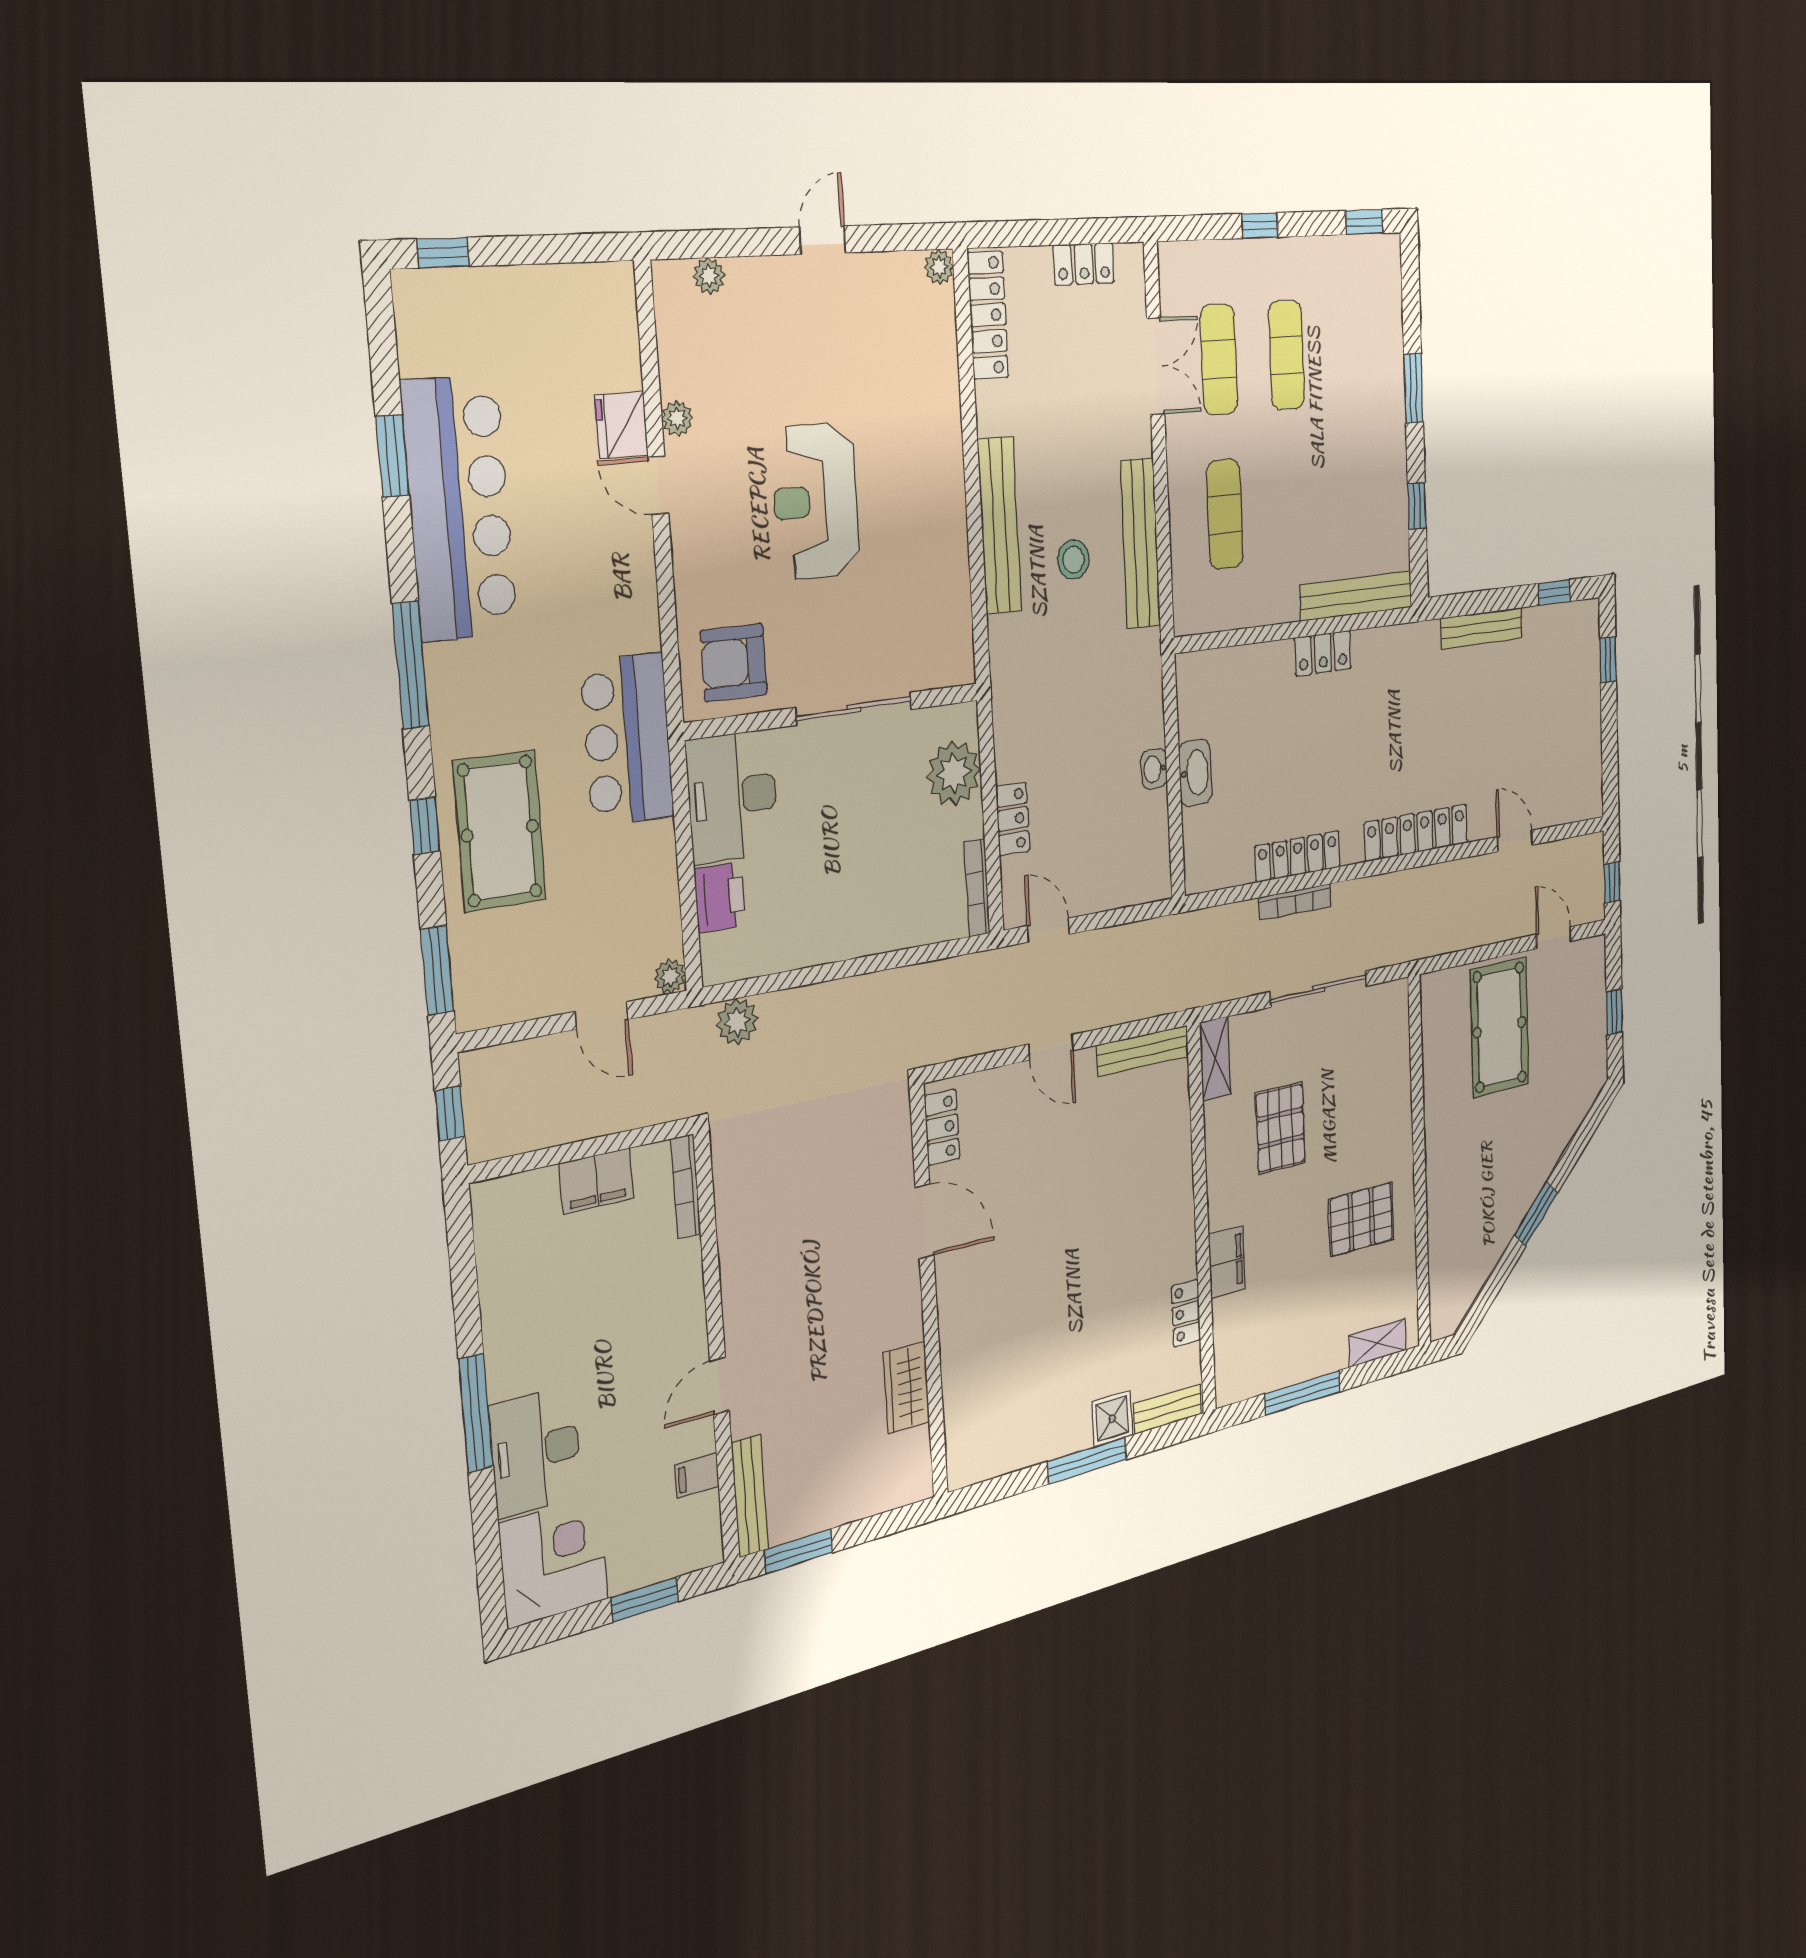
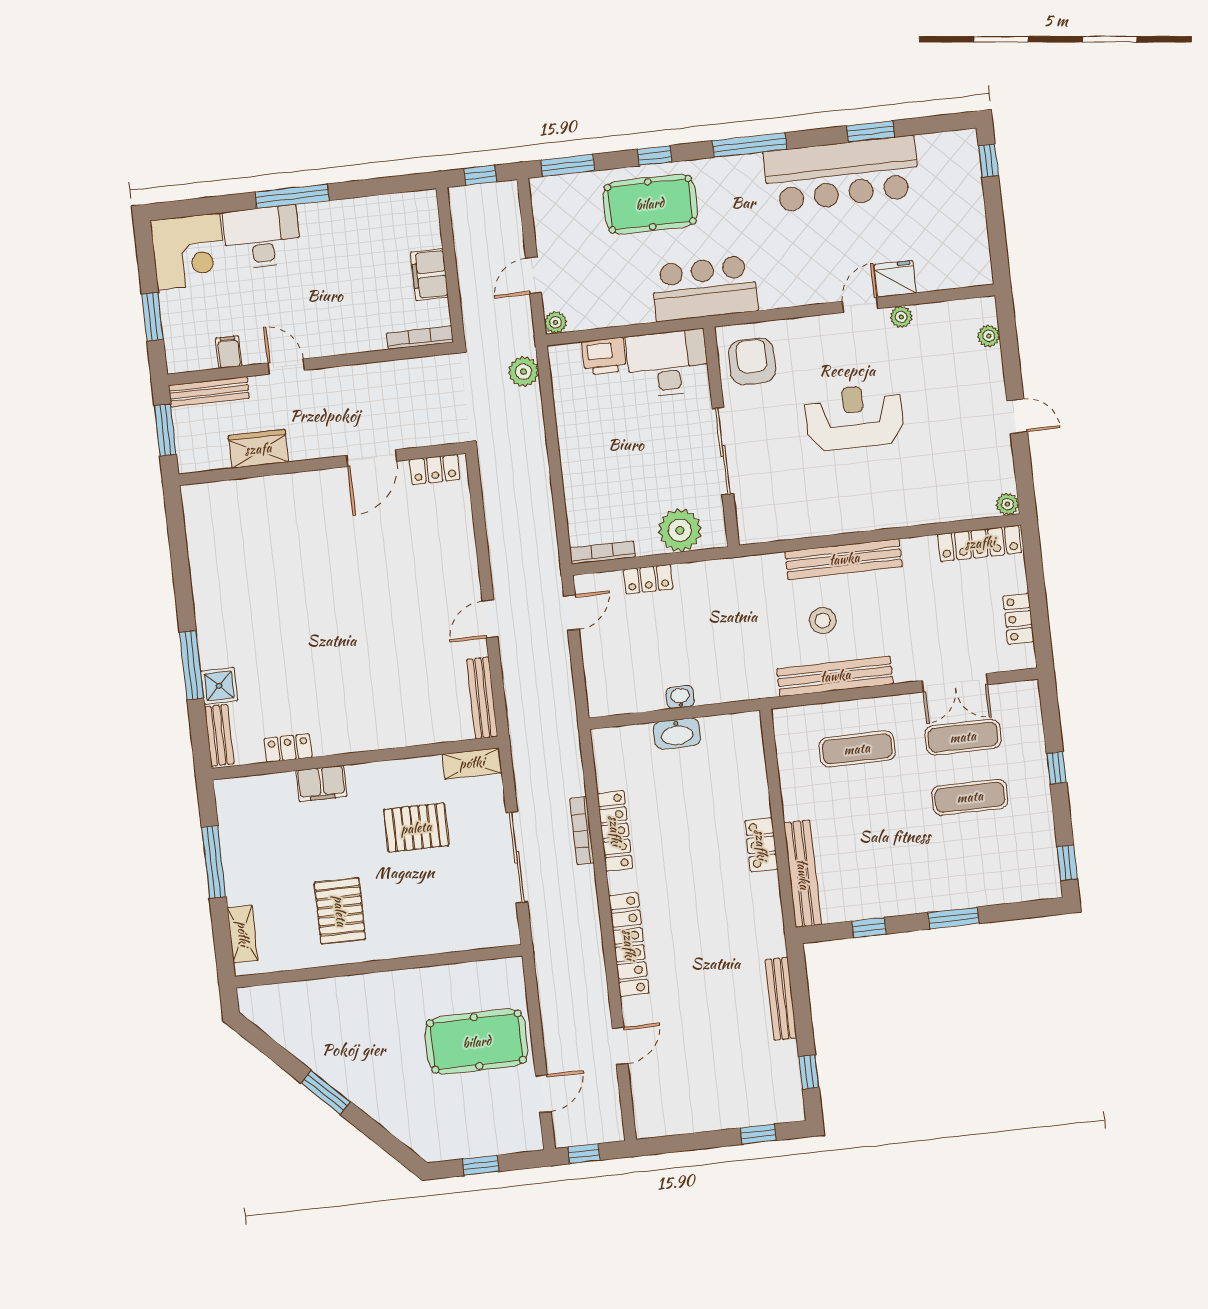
locker: (942, 1127) -> (435, 469), moved
door: (924, 1221) -> (372, 458), moved
wall: (929, 1292) -> (322, 464), moved
wardrobe: (907, 1388) -> (258, 449), moved

